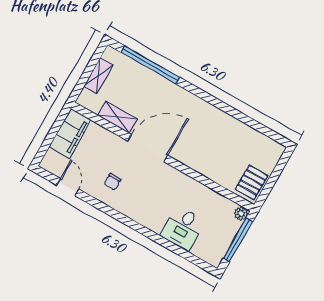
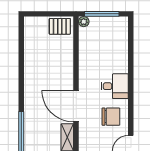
chair: (112, 182) -> (111, 117), width x1.87, depth x1.87
desk: (183, 228) -> (115, 86), moved

